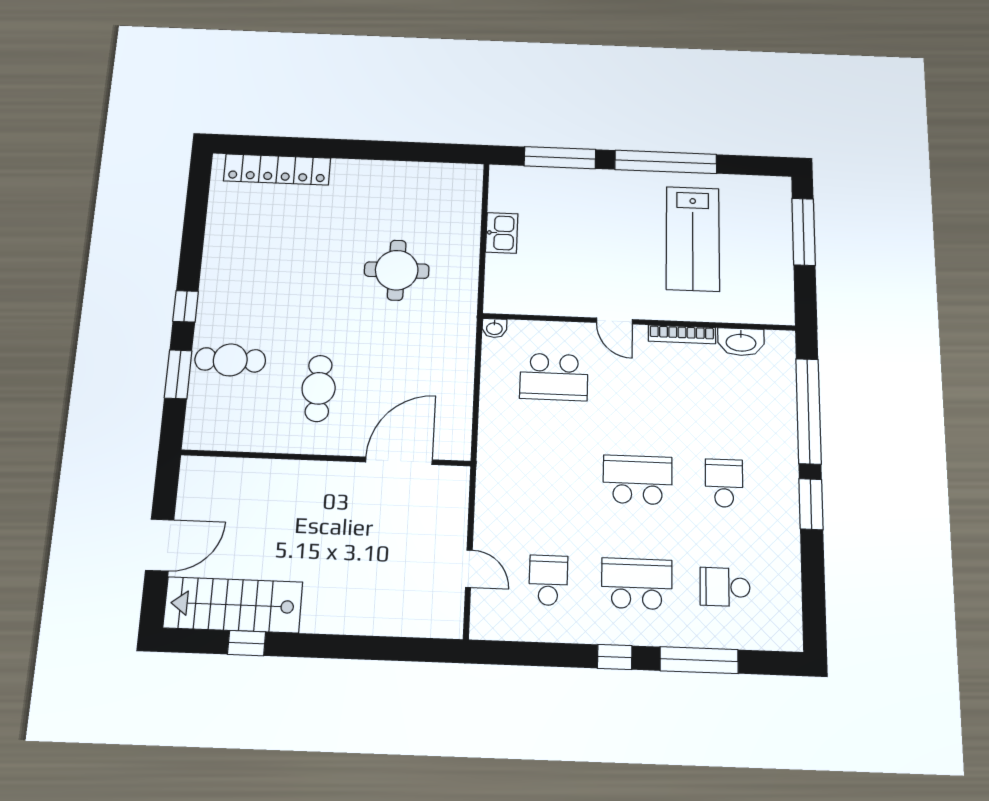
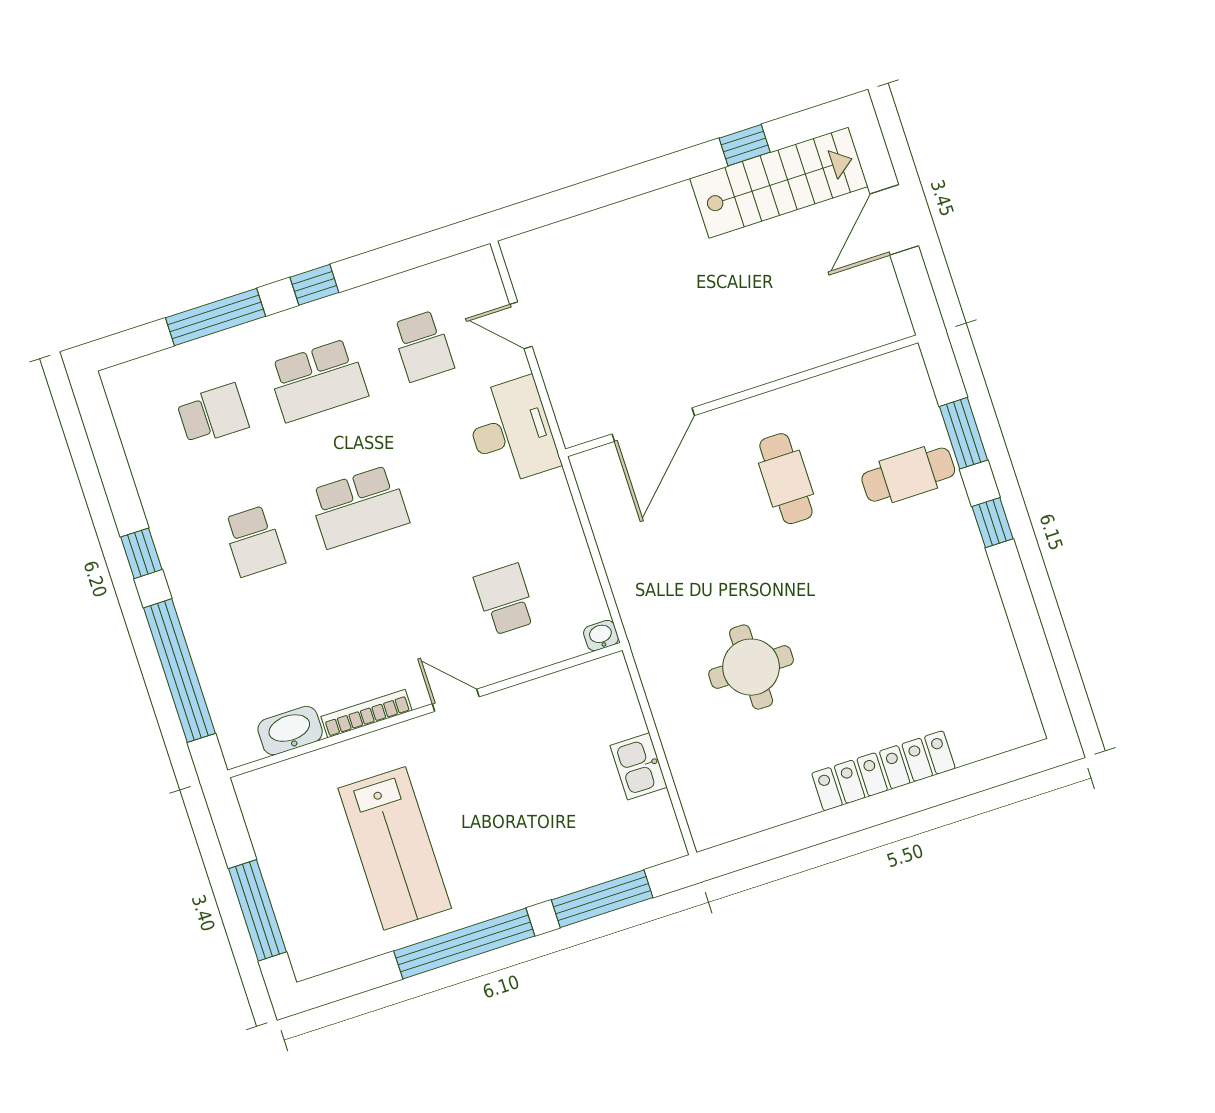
locker: (277, 170) -> (883, 771), moved
lab bench: (693, 239) -> (395, 848), turned 180
school desk: (554, 377) -> (505, 599), width x0.54
desk: (505, 494) -> (512, 431), added
window: (811, 504) -> (141, 553), width x0.67

